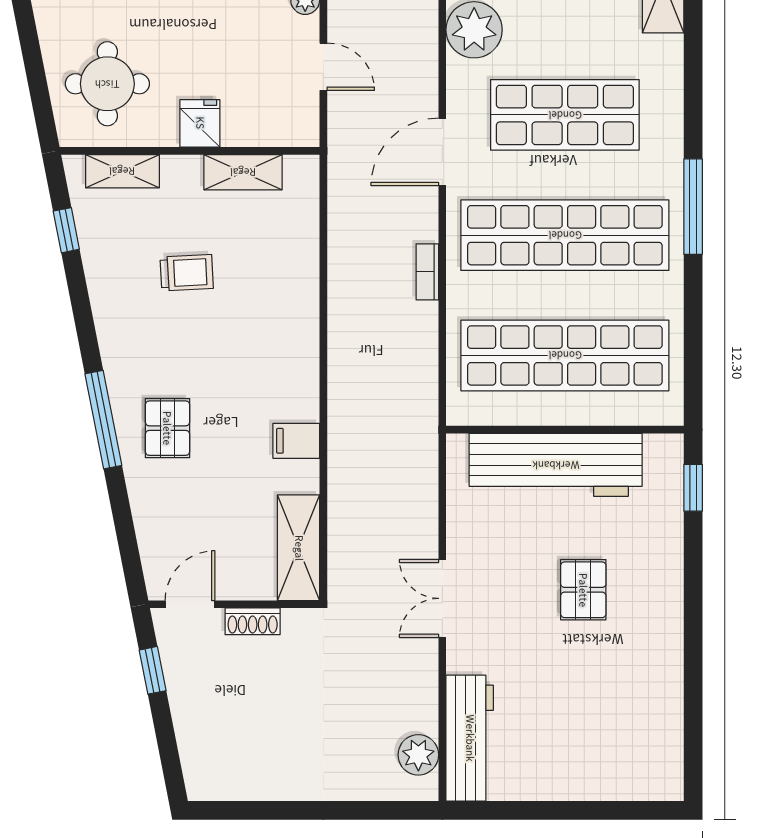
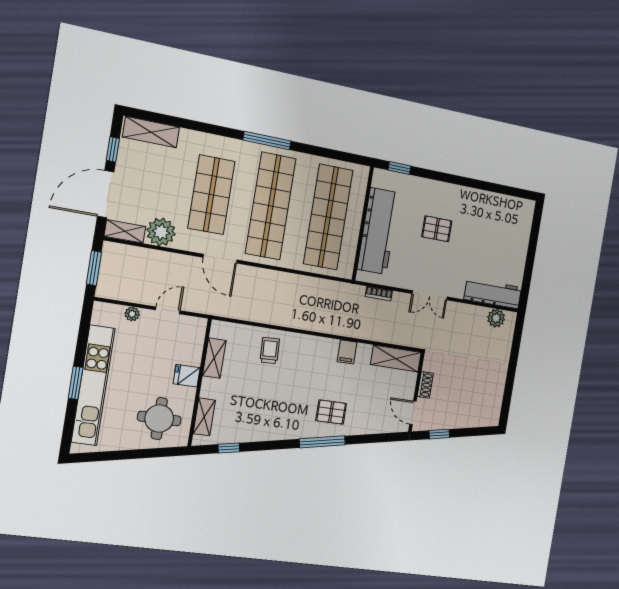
bookcase: (427, 272) -> (379, 294), moved
trolley: (187, 273) -> (270, 351), moved

